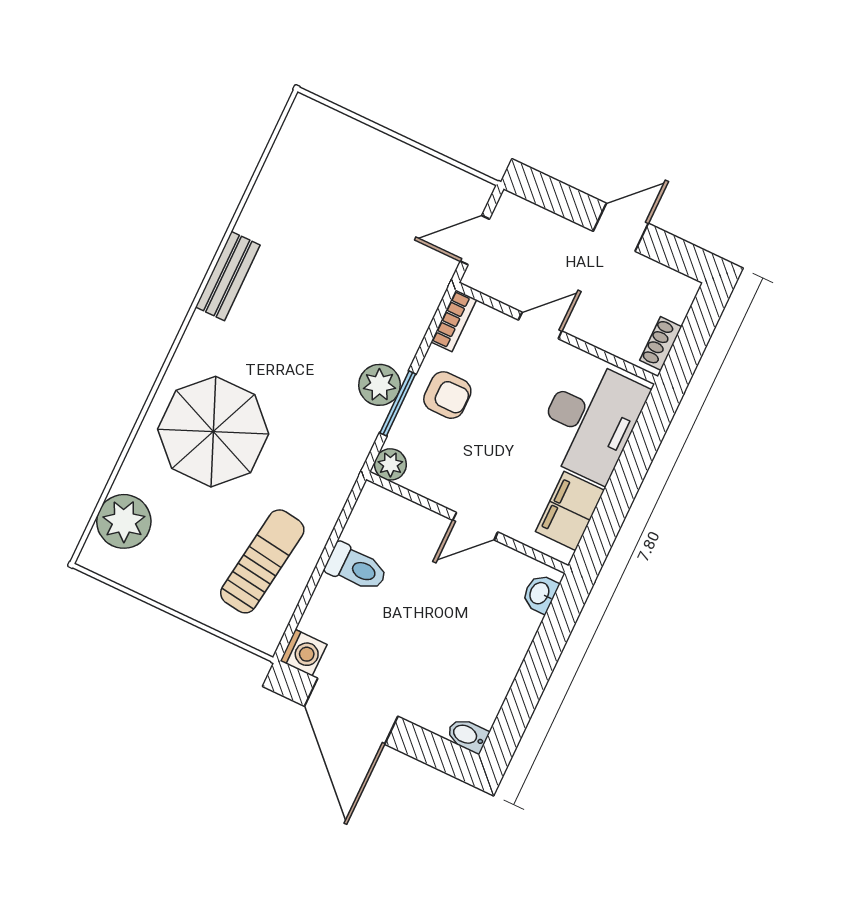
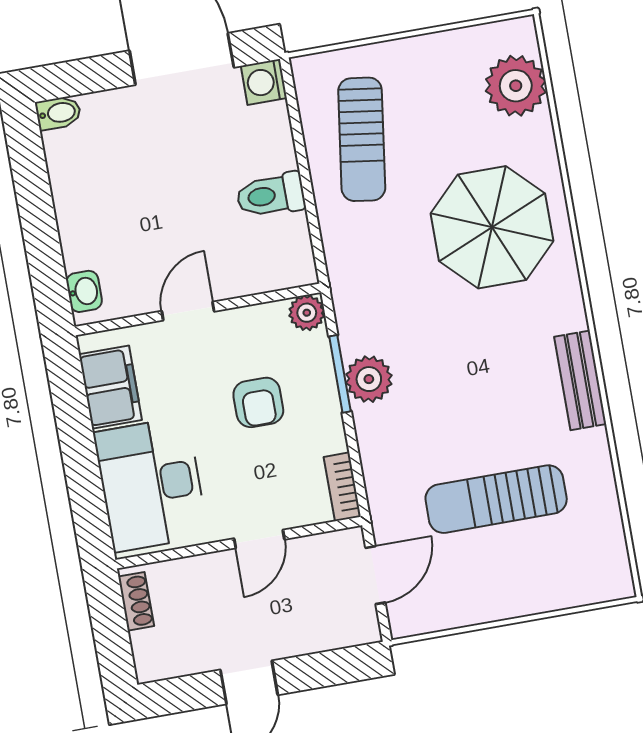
sun lounger: (349, 233) -> (496, 499), added
armchair: (447, 395) -> (258, 402), moved, turned -90

